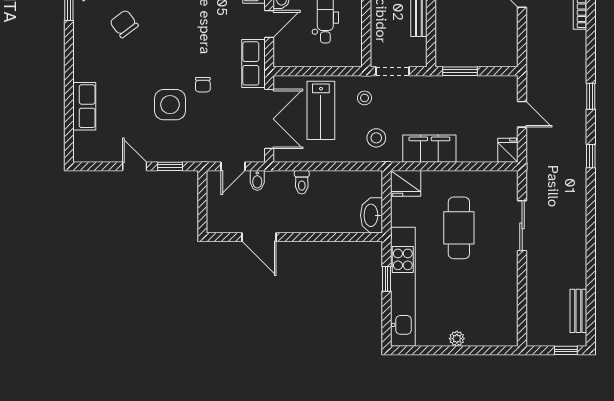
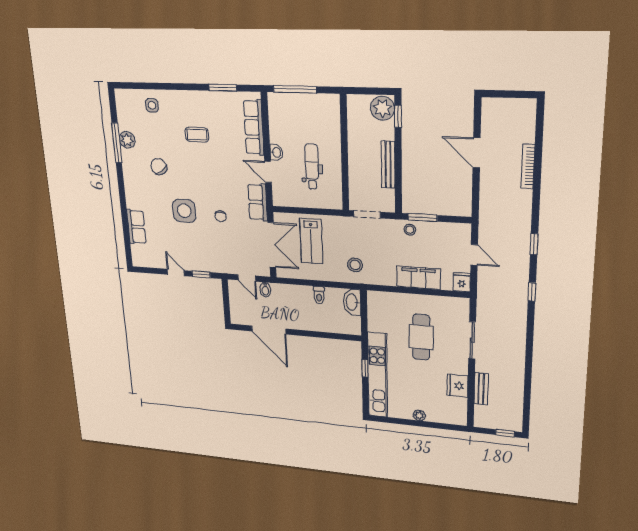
door: (269, 24) -> (268, 172), swing flipped
stool: (365, 98) -> (410, 230), moved
side table: (170, 105) -> (184, 211), moved
filing cabinet: (429, 149) -> (419, 278), moved
door: (233, 166) -> (247, 278), hinge flipped
toilet: (302, 182) -> (319, 295), moved
fridge: (406, 183) -> (457, 386), moved, turned 90
washbasin: (372, 215) -> (352, 302), moved
door: (259, 237) -> (269, 330), width x1.36
bench: (578, 311) -> (481, 389), moved

